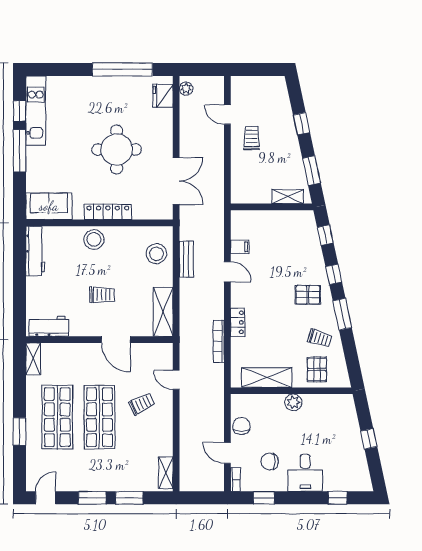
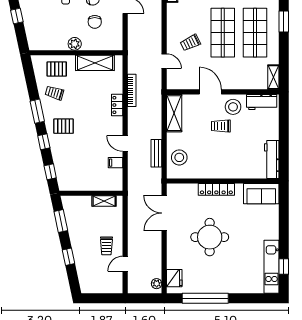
door: (227, 115) -> (125, 264), swing flipped
window: (20, 151) -> (284, 236), removed
shelving: (288, 197) -> (104, 201), moved
stool: (94, 239) -> (233, 107), moved
pallet: (317, 369) -> (57, 69), turned 90
chair: (241, 426) -> (95, 22), moved

